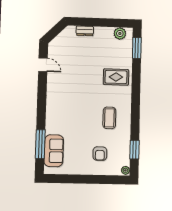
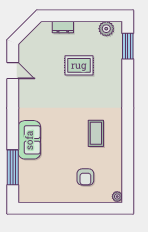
rug: (116, 77) -> (79, 65), moved
window: (135, 150) -> (128, 171), removed
sofa: (54, 151) -> (29, 140), moved

